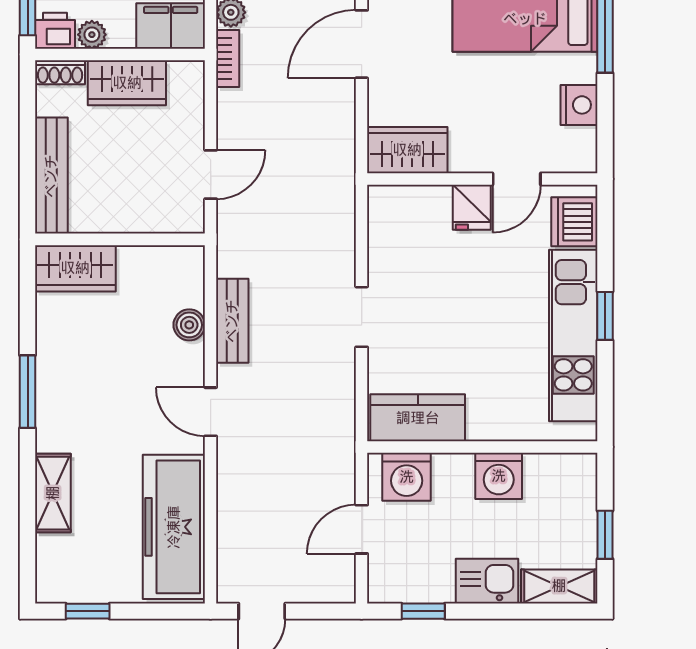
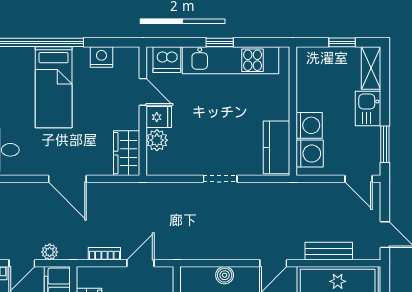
bookcase: (228, 59) -> (104, 254), moved
door: (211, 175) -> (140, 263), hinge flipped
plant: (430, 204) -> (157, 140), added
bench: (232, 321) -> (329, 251), moved
washing machine: (499, 476) -> (309, 125), moved
door: (362, 529) -> (359, 179), moved
window: (423, 611) -> (385, 144), width x1.50

